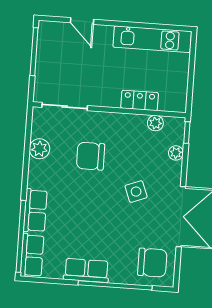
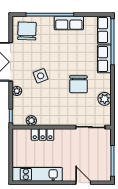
plant: (176, 153) -> (17, 91), moved
chair: (91, 156) -> (78, 84), moved, turned 90
chair: (152, 263) -> (27, 31), turned 92

